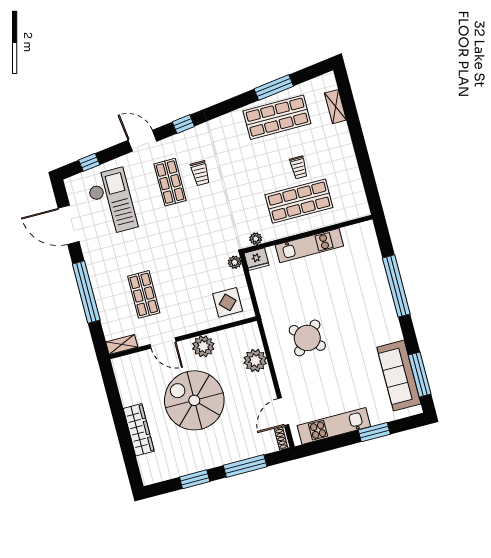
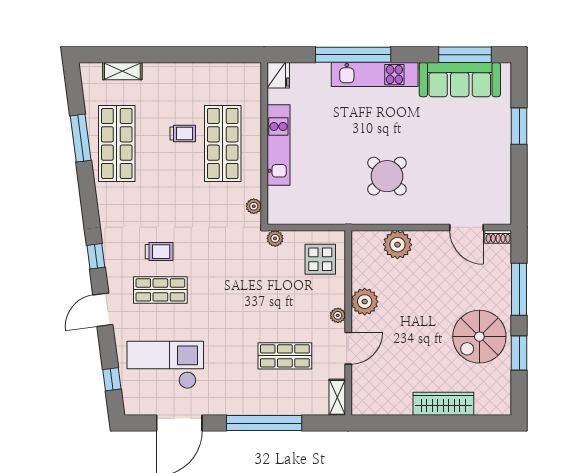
fridge: (256, 259) -> (278, 75), moved
plant: (187, 328) -> (338, 315), added
spiral stairs: (194, 400) -> (479, 337), moved, width x0.73, depth x0.73
kitchen unit: (334, 426) -> (375, 75), moved, turned -90

